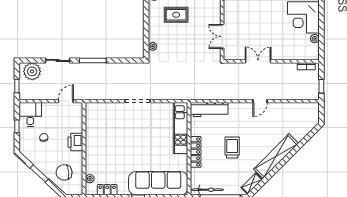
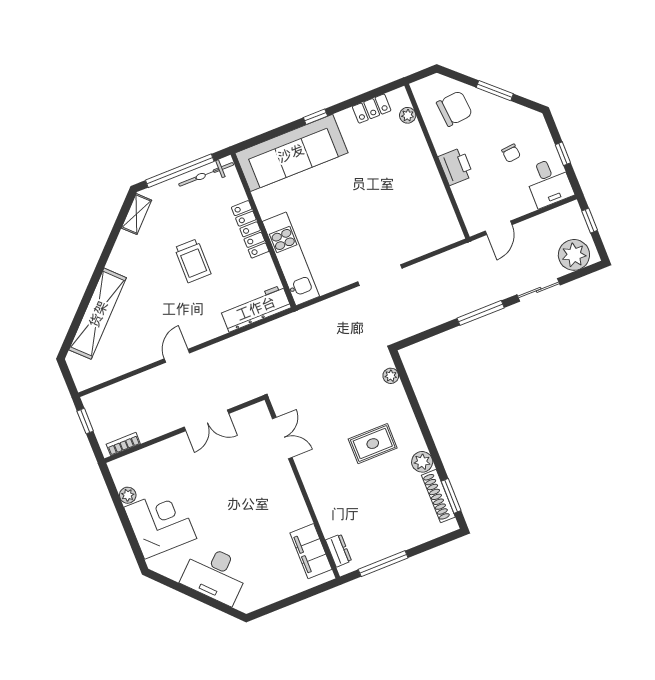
shelving: (276, 156) -> (98, 314), moved

